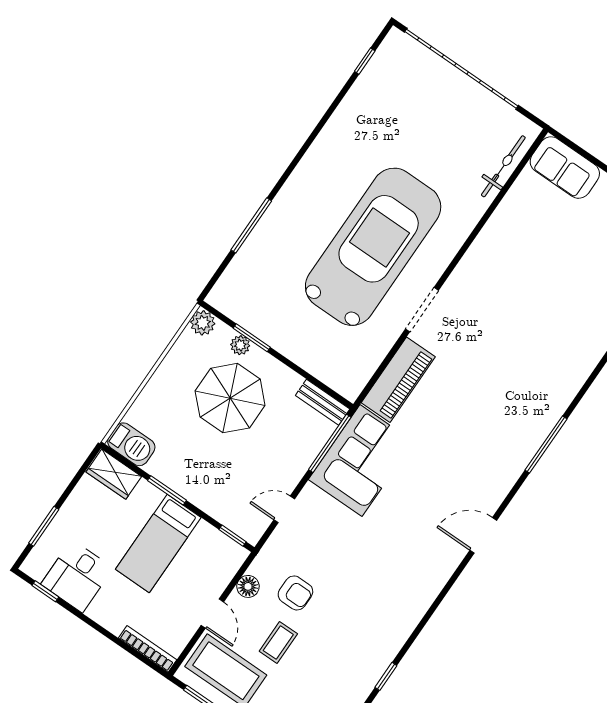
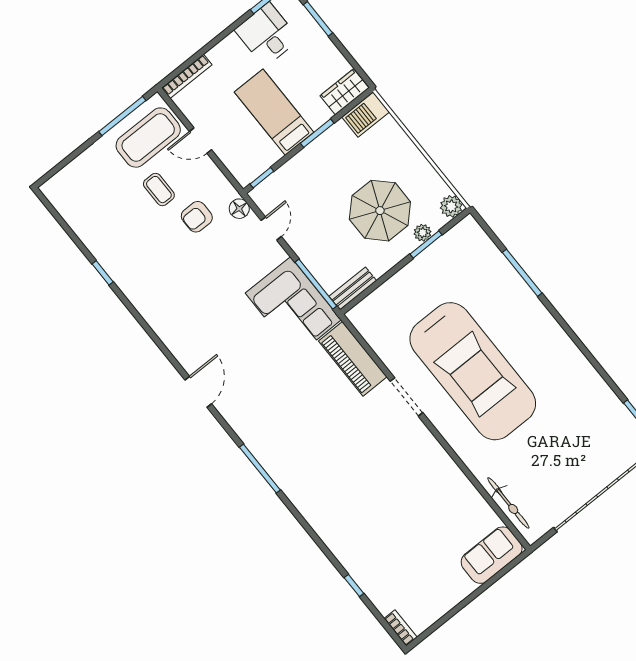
floor lamp: (248, 586) -> (239, 209), moved

